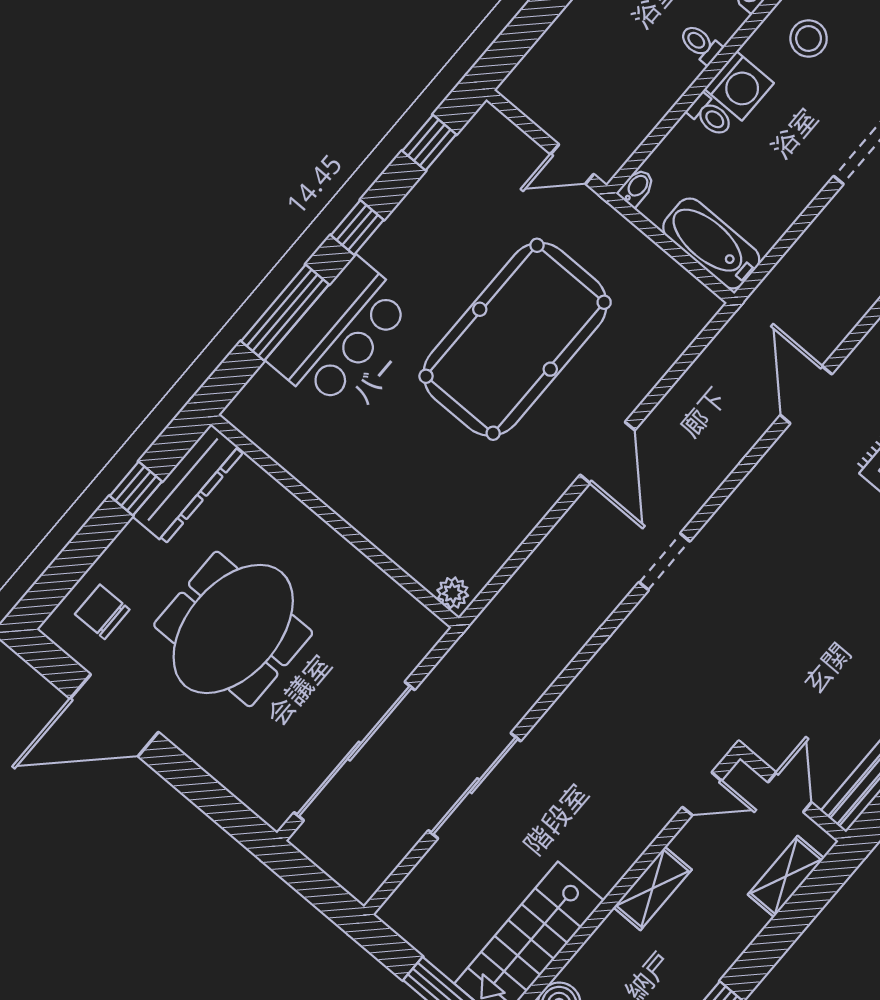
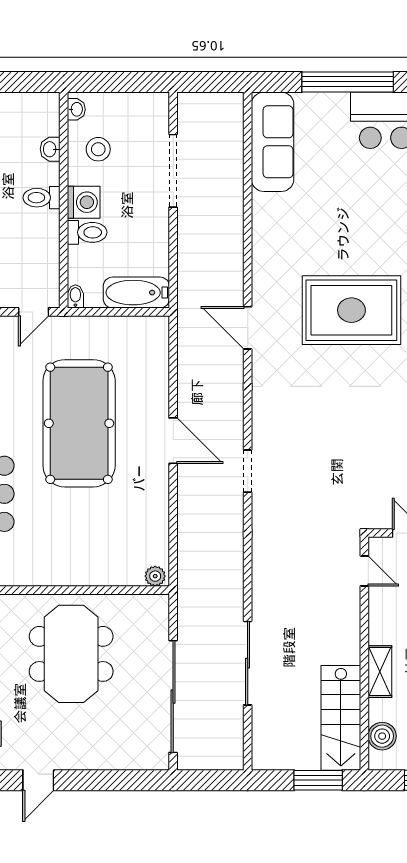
toilet: (701, 44) -> (42, 198), width x1.37, depth x1.39
toilet: (710, 115) -> (87, 232), width x1.37, depth x1.39
meeting table: (233, 629) -> (71, 654), moved
door: (114, 715) -> (38, 780), width x0.53
door: (702, 794) -> (364, 571), hinge flipped
shelving: (653, 888) -> (380, 672), moved

